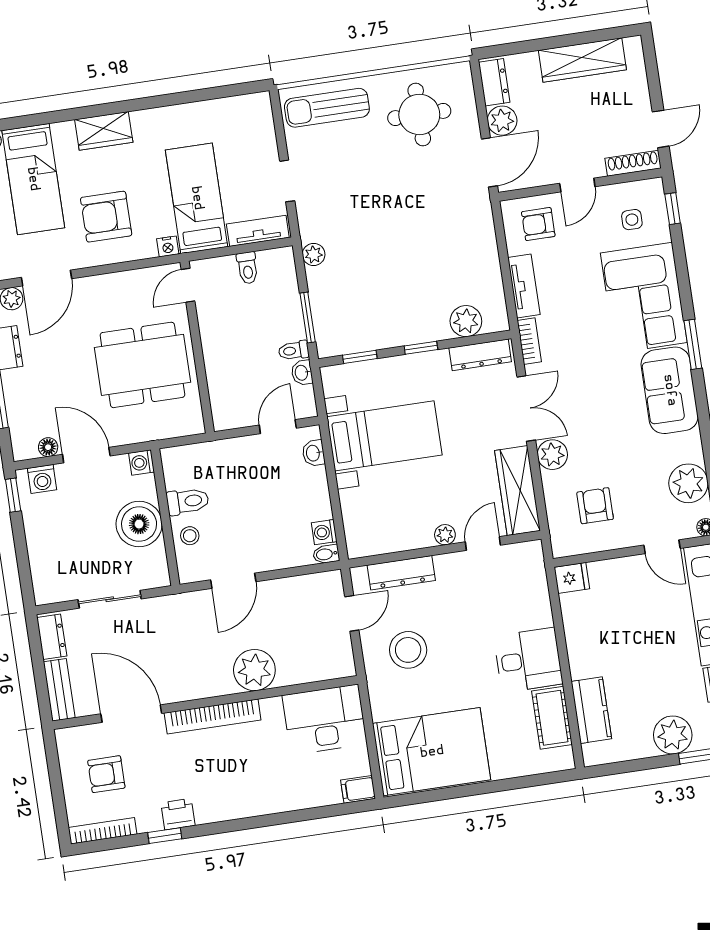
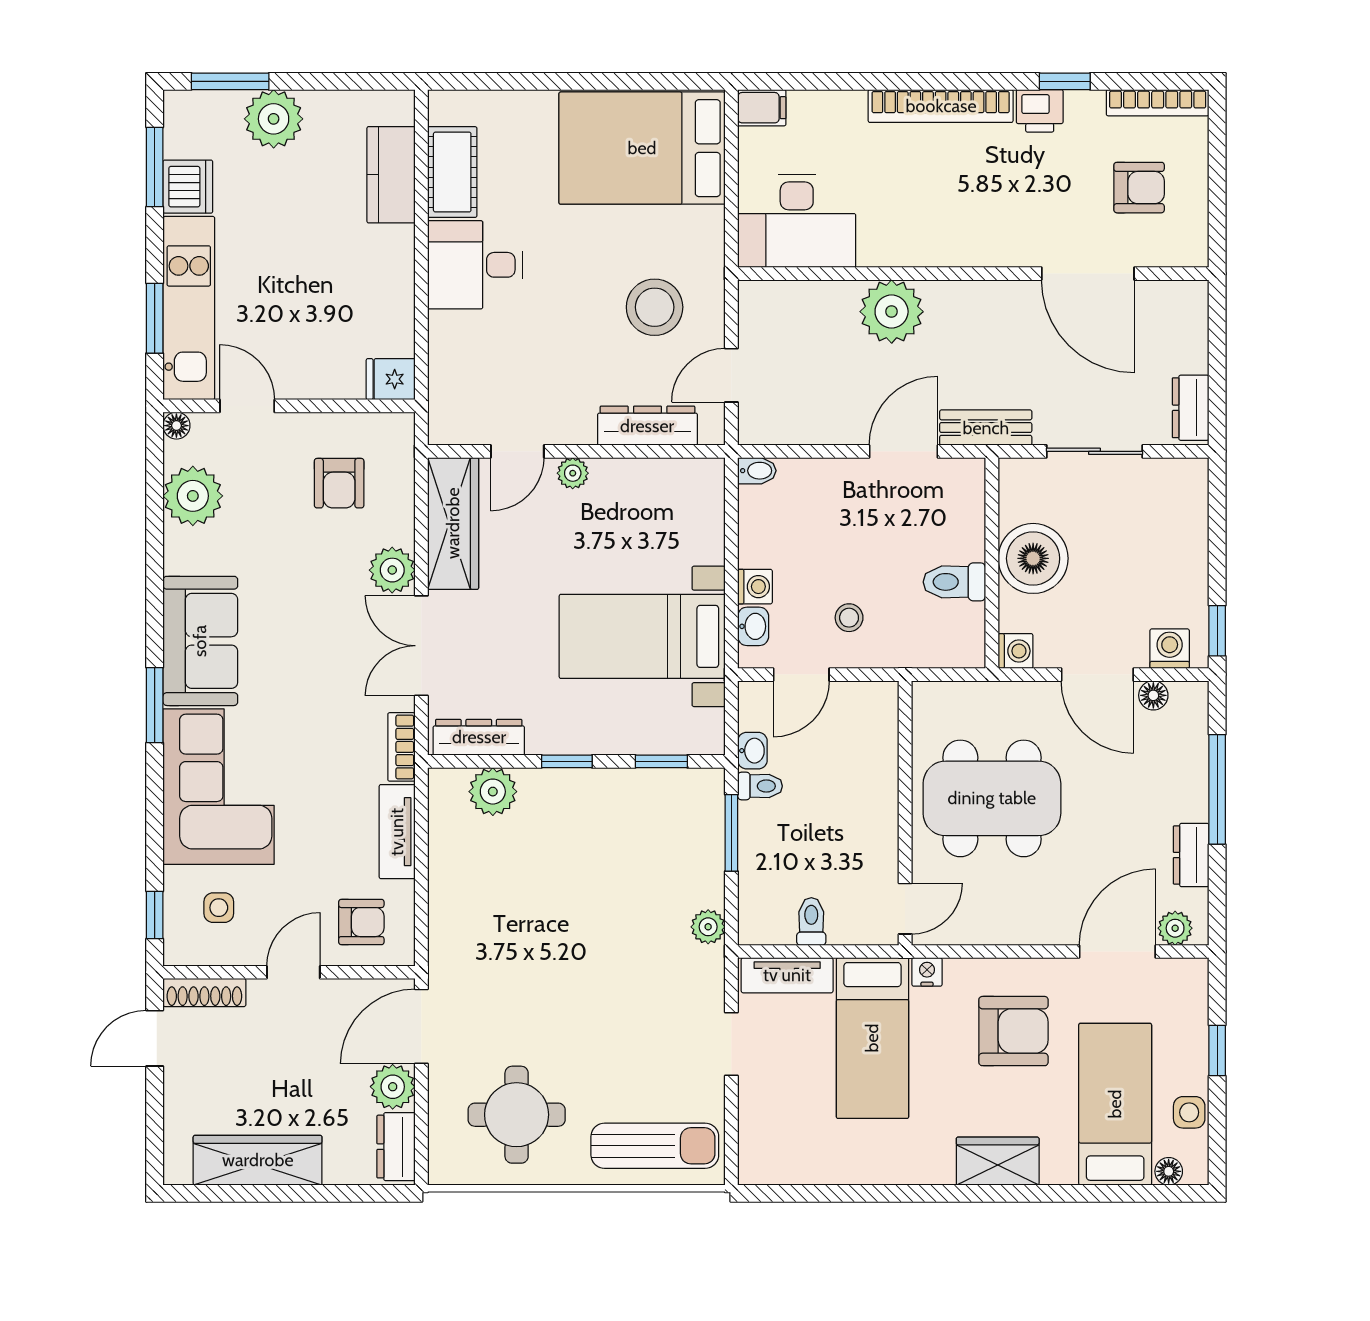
washing machine: (324, 532) -> (755, 587), moved
stool: (190, 536) -> (849, 618), moved
bench: (59, 690) -> (986, 428), moved, turned 90
bookcase: (213, 716) -> (941, 106), moved, turned 180

